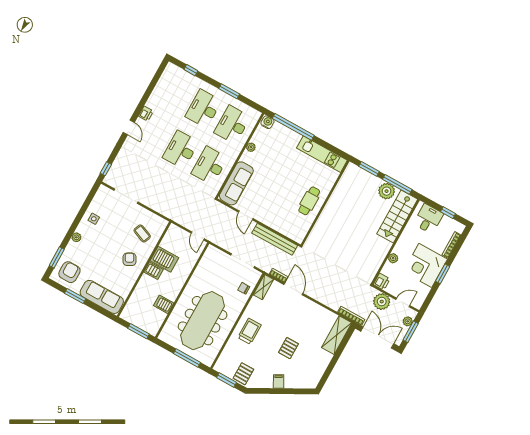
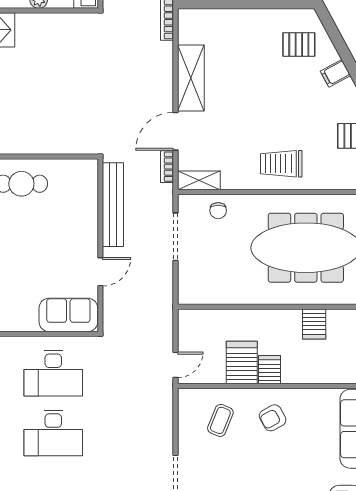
sofa: (236, 183) -> (68, 315), width x0.73
door: (198, 236) -> (175, 365), moved
shelving: (337, 335) -> (191, 78), moved, turned 90
pallet: (288, 348) -> (299, 45), moved

